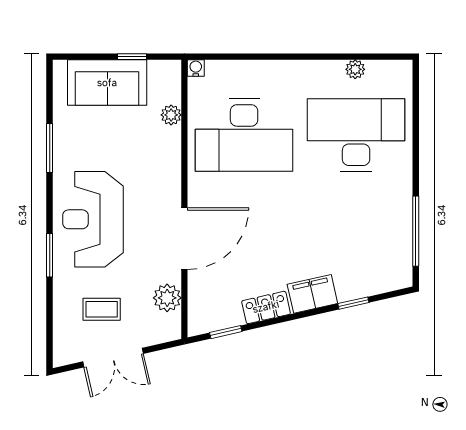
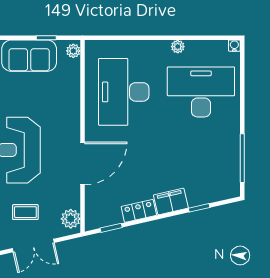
water cooler: (196, 68) -> (234, 46), moved
plant: (355, 69) -> (178, 47), moved
plant: (171, 115) -> (73, 51), moved
desk: (244, 135) -> (124, 92), turned 90
plant: (167, 298) -> (71, 219), moved

